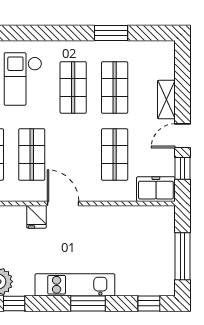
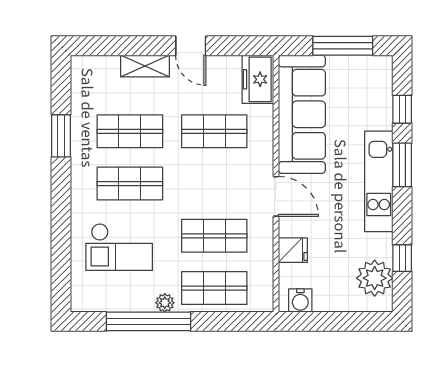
window: (182, 168) -> (232, 46), removed
door: (63, 203) -> (276, 196), swing flipped
fridge: (36, 217) -> (293, 250), moved
sofa: (128, 224) -> (302, 114), added
window: (149, 303) -> (402, 109), moved

